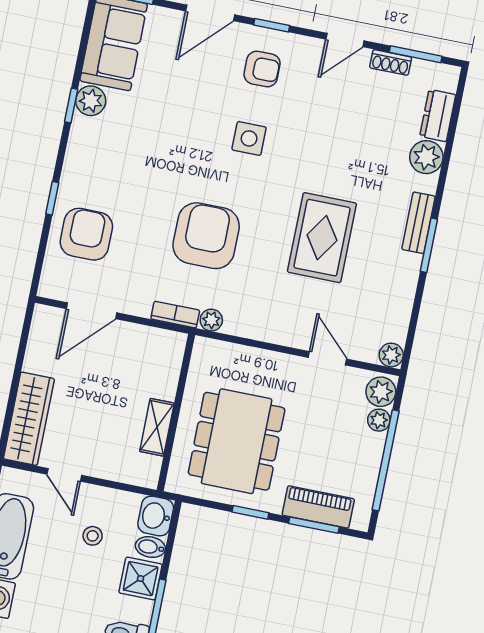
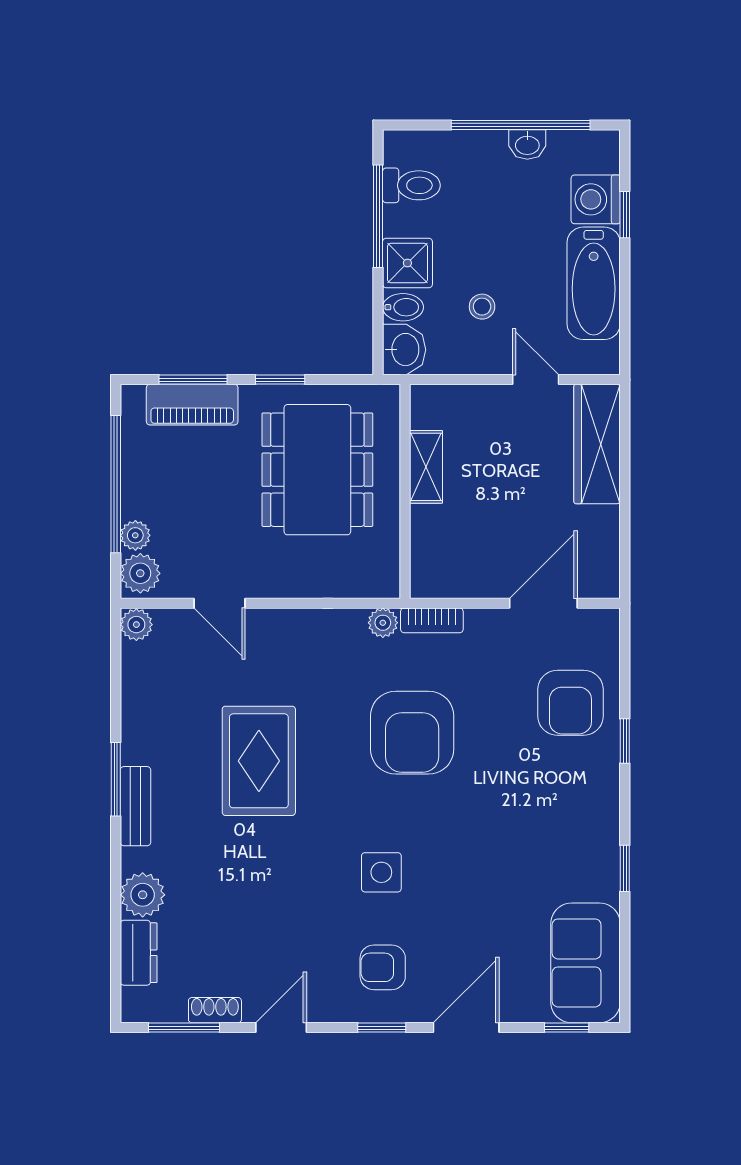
plant: (91, 101) -> (600, 880), removed

